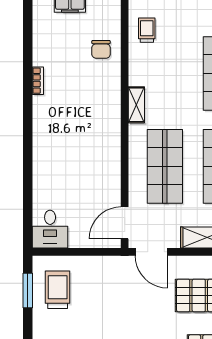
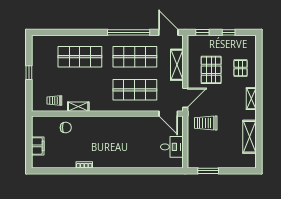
shelving: (136, 105) -> (78, 107), moved
desk: (50, 229) -> (172, 147), moved
trolley: (58, 290) -> (206, 123), moved

